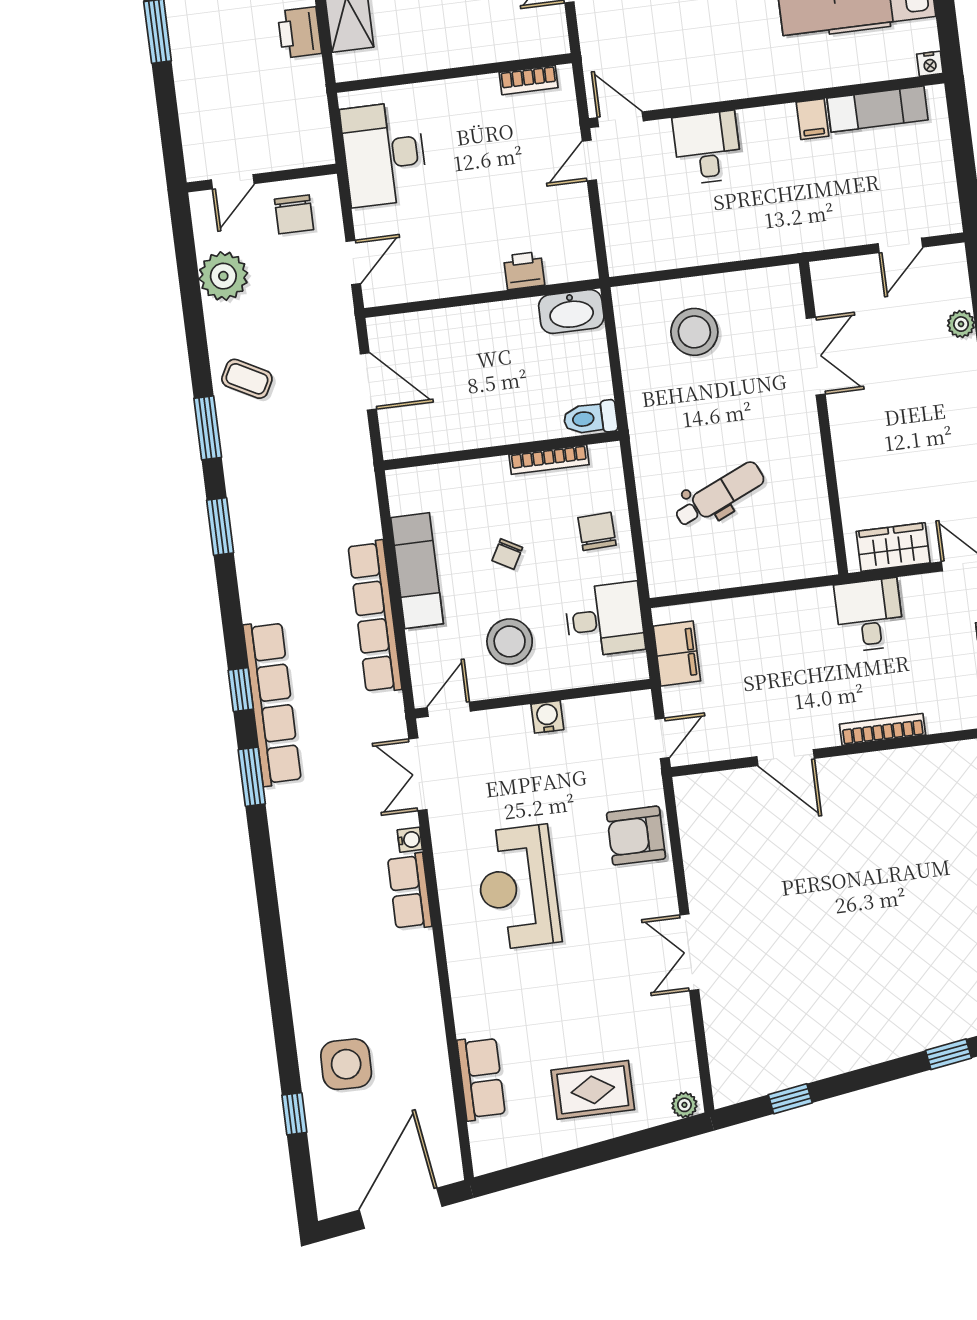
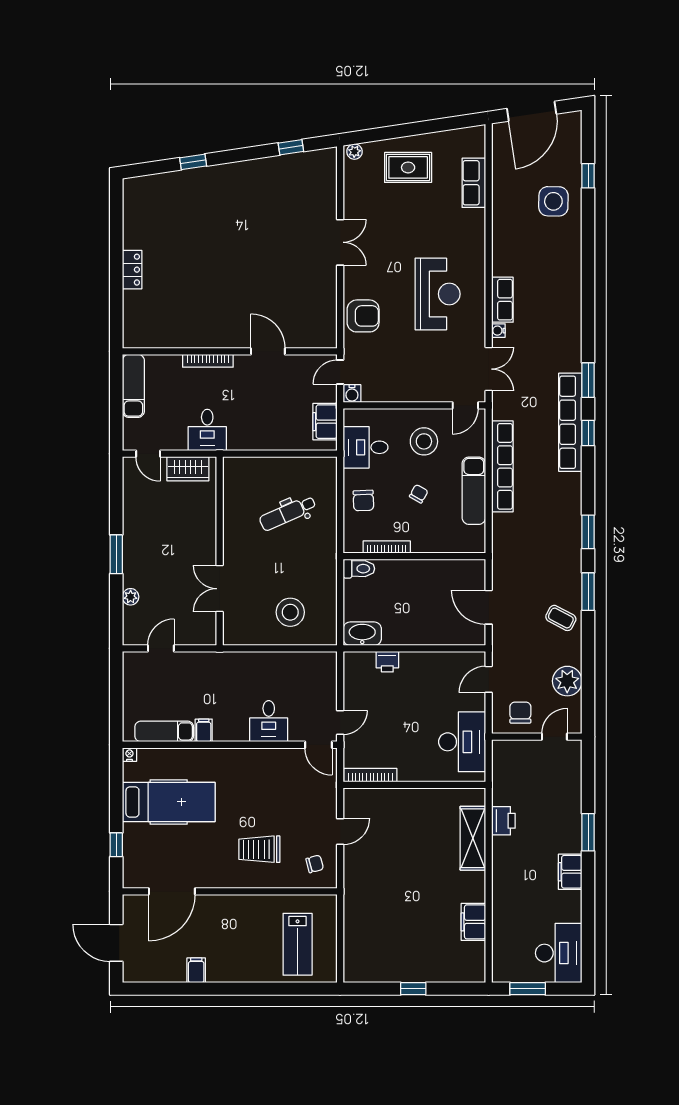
bookcase: (529, 80) -> (370, 775), width x1.56
water cooler: (547, 717) -> (352, 394), moved

